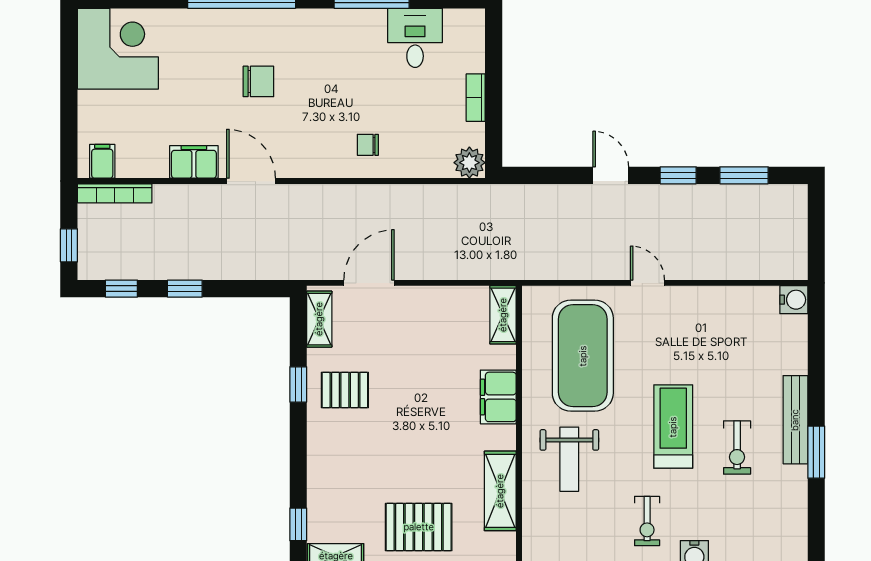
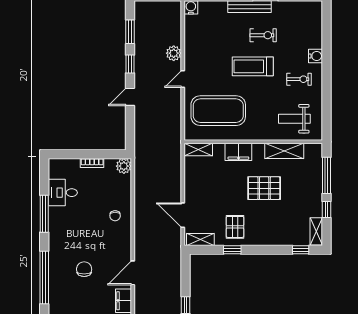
plant: (700, 265) -> (174, 53), added
weight bench: (569, 459) -> (294, 119), moved, turned 180
pallet: (419, 527) -> (264, 188), moved, turned 90

